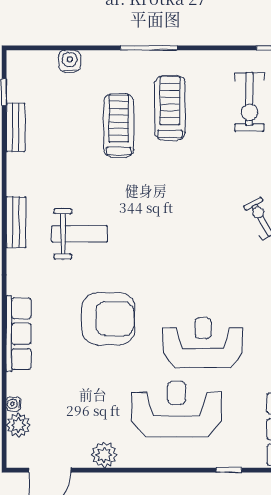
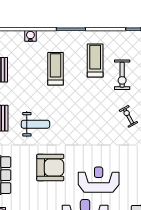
exercise bike: (249, 102) -> (122, 75), moved
treadmill: (170, 108) -> (95, 61), moved

